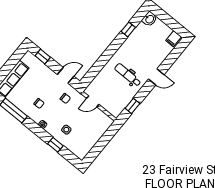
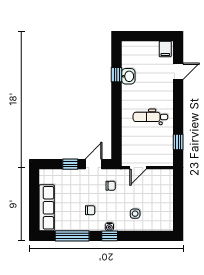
washbasin: (149, 19) -> (128, 76), moved
window: (43, 57) -> (70, 164), moved
door: (156, 77) -> (178, 71), moved
window: (55, 145) -> (110, 236), moved

